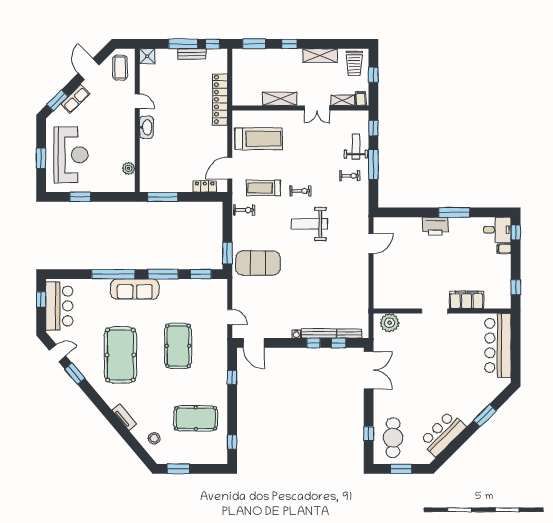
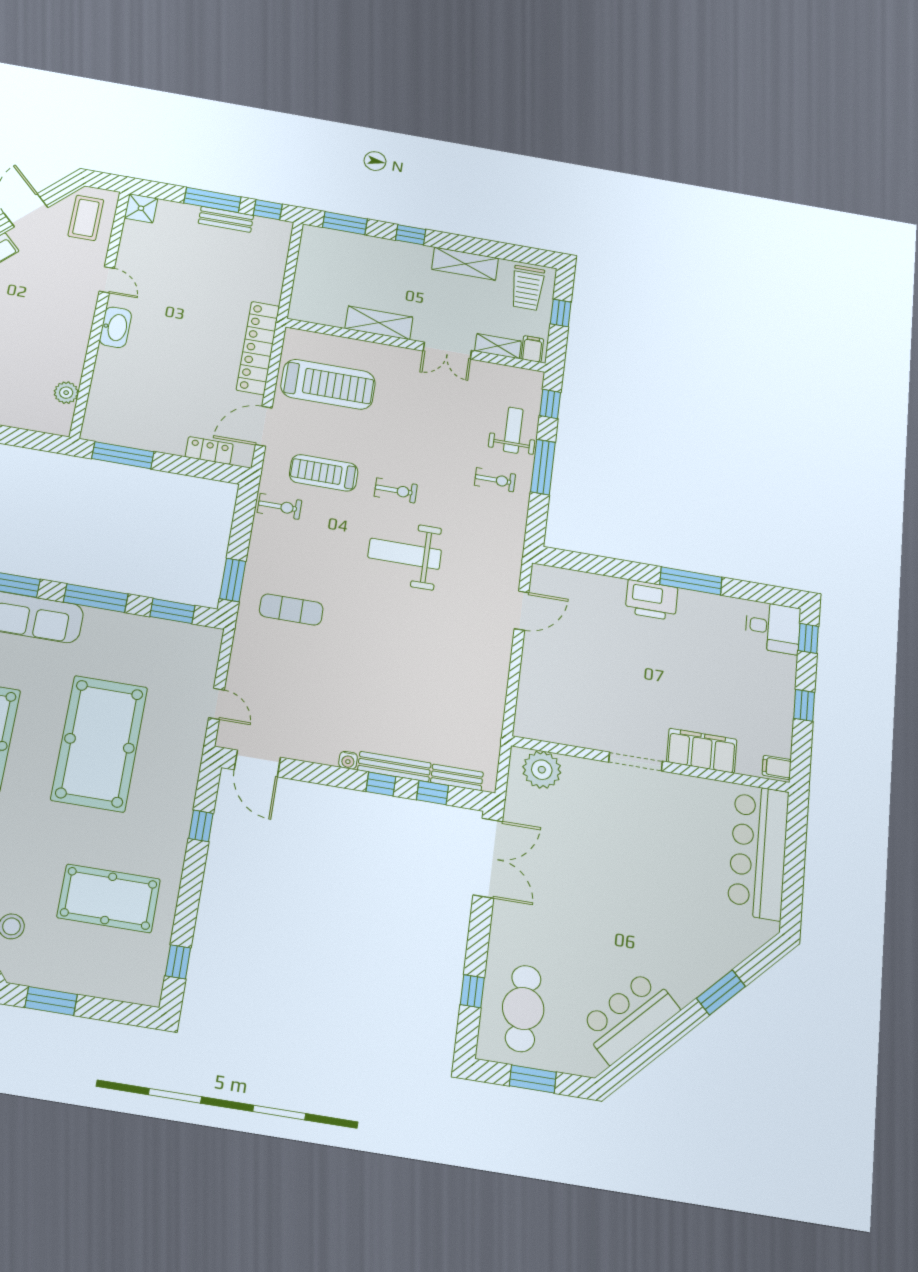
locker: (220, 99) -> (258, 348), moved
filing cabinet: (504, 249) -> (777, 767), moved
exercise mat: (258, 263) -> (291, 610), width x0.50, depth x0.69
window: (516, 287) -> (804, 705), moved
pool table: (178, 346) -> (99, 743), width x1.36, depth x1.32

